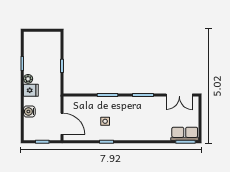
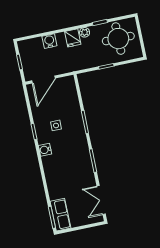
round table: (40, 50) -> (118, 39), added
water cooler: (125, 135) -> (45, 150), added

